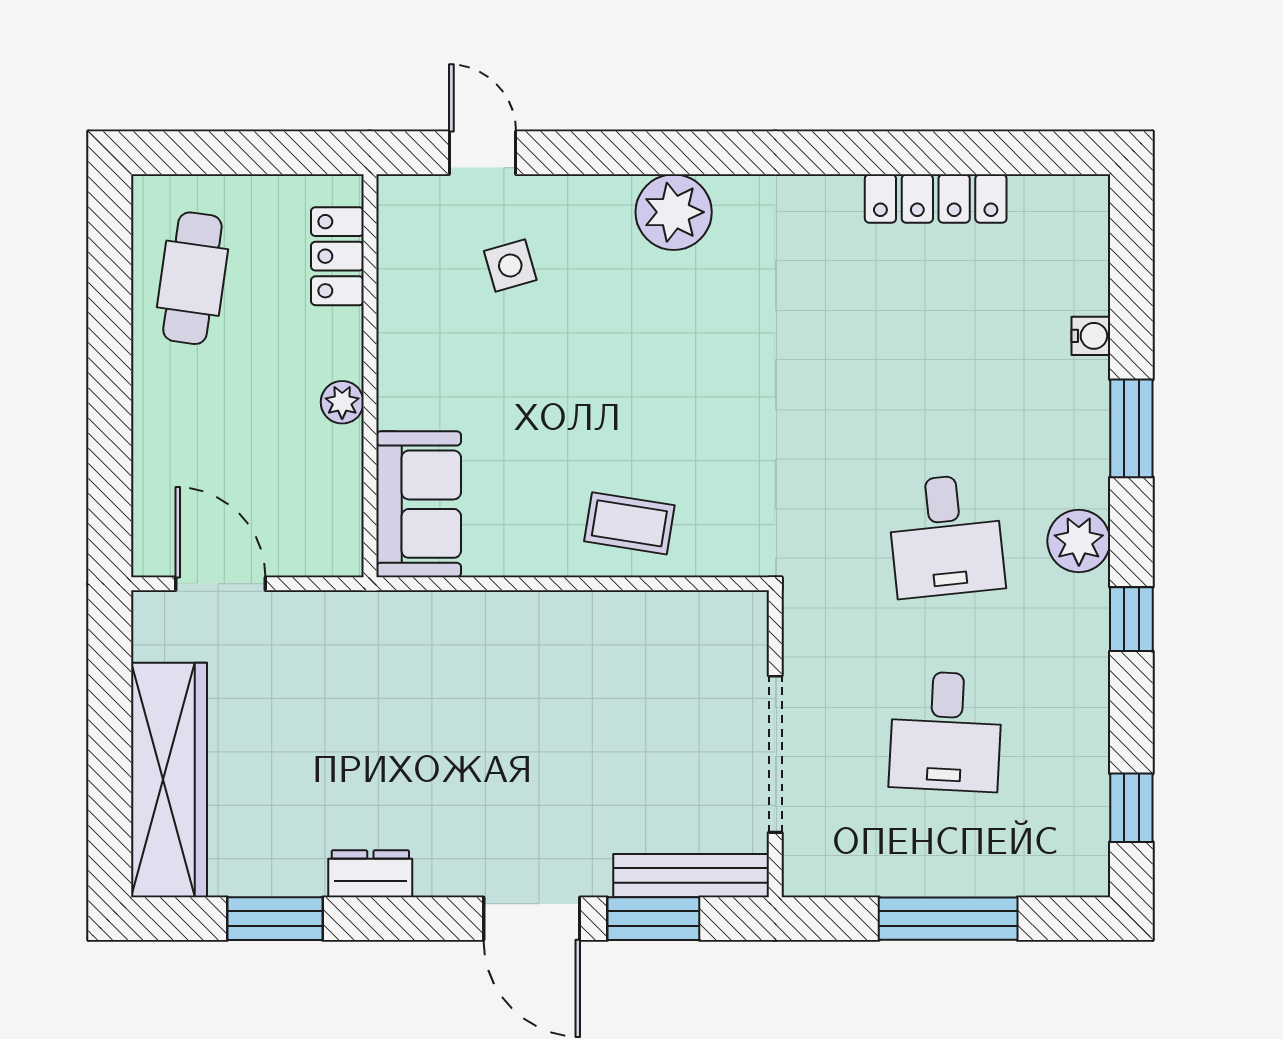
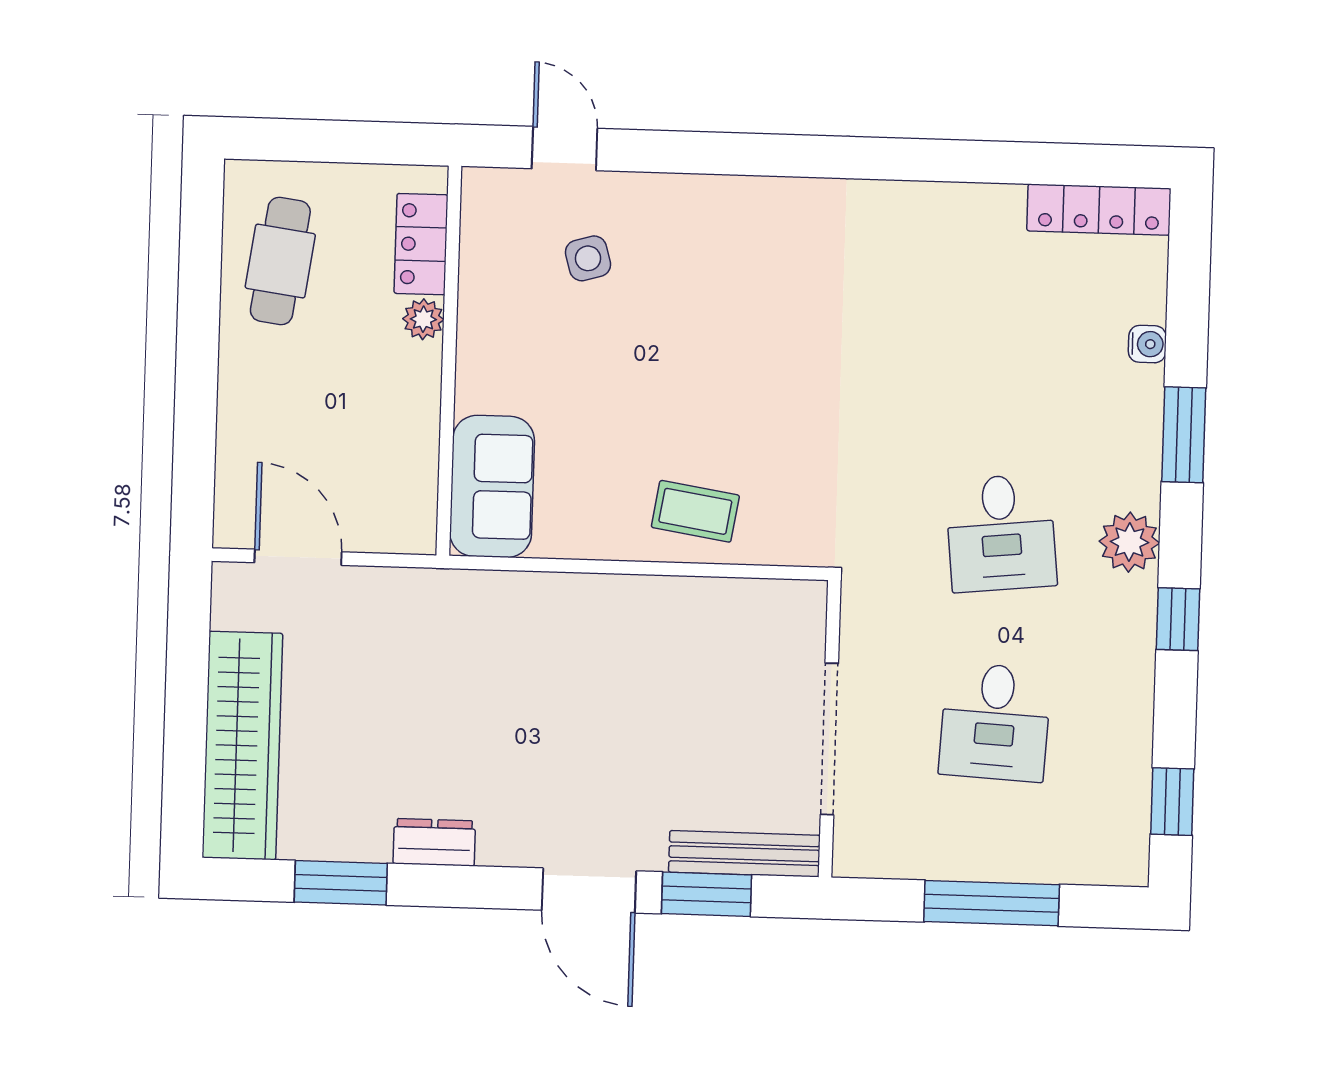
locker: (936, 199) -> (1099, 210), moved
plant: (674, 212) -> (748, 212), removed
plant: (342, 402) -> (423, 319), moved

